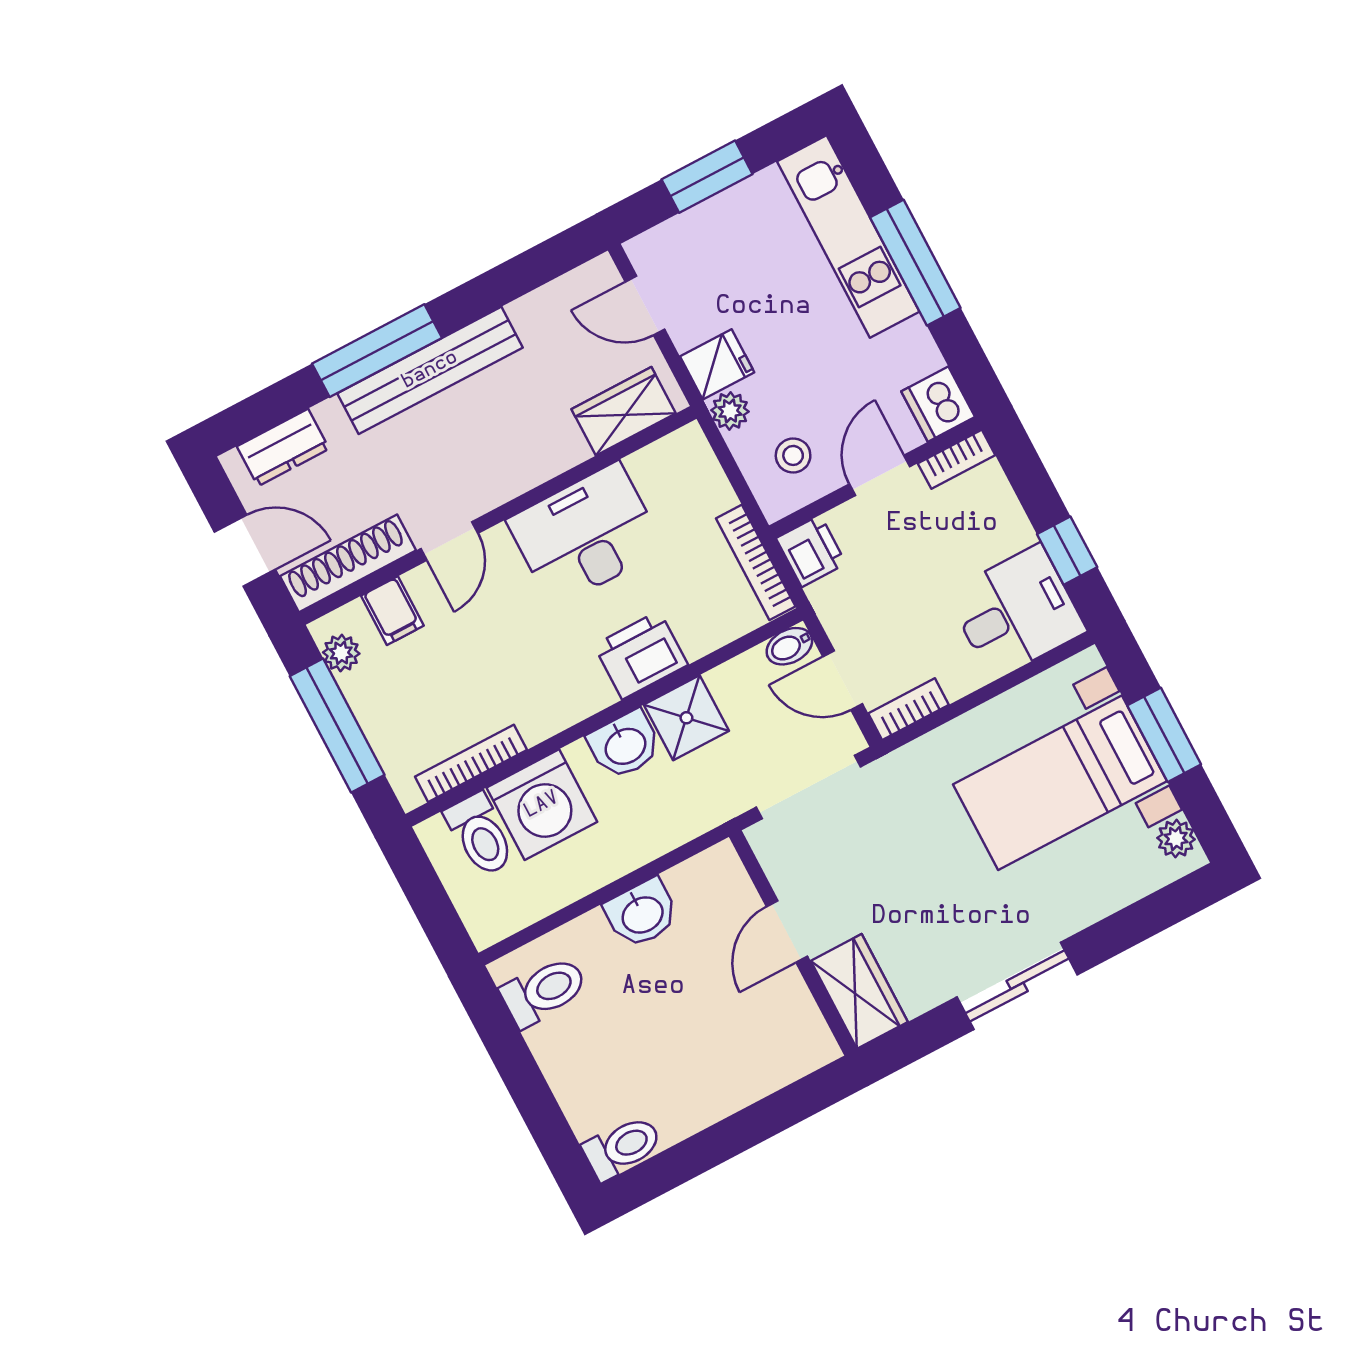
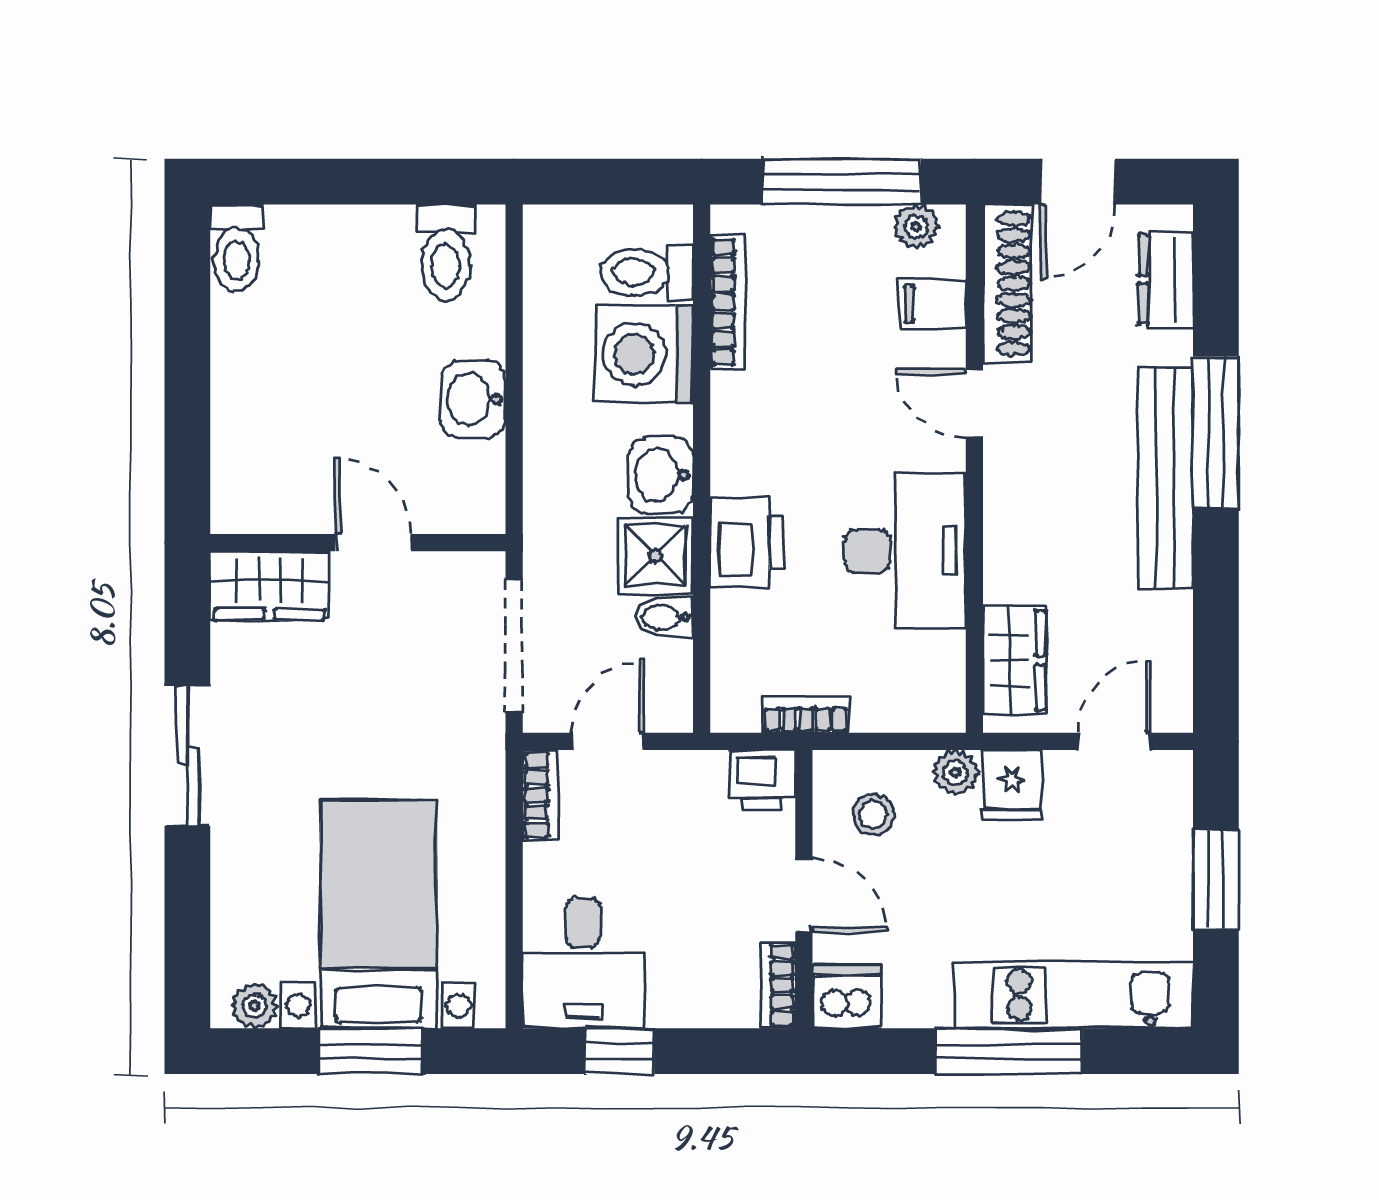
bookcase: (756, 562) -> (806, 715), width x0.64
bidet: (789, 646) -> (664, 617), moved, turned -90

